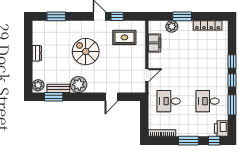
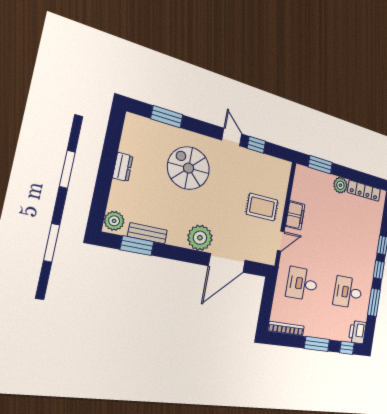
window: (182, 16) -> (320, 165), moved
plant: (172, 26) -> (340, 185), moved
rug: (124, 37) -> (262, 207), moved
filing cabinet: (154, 43) -> (295, 215), moved
spiral stairs: (86, 52) -> (189, 168), moved
plant: (78, 85) -> (200, 238), moved
door: (111, 97) -> (227, 263), width x1.87

